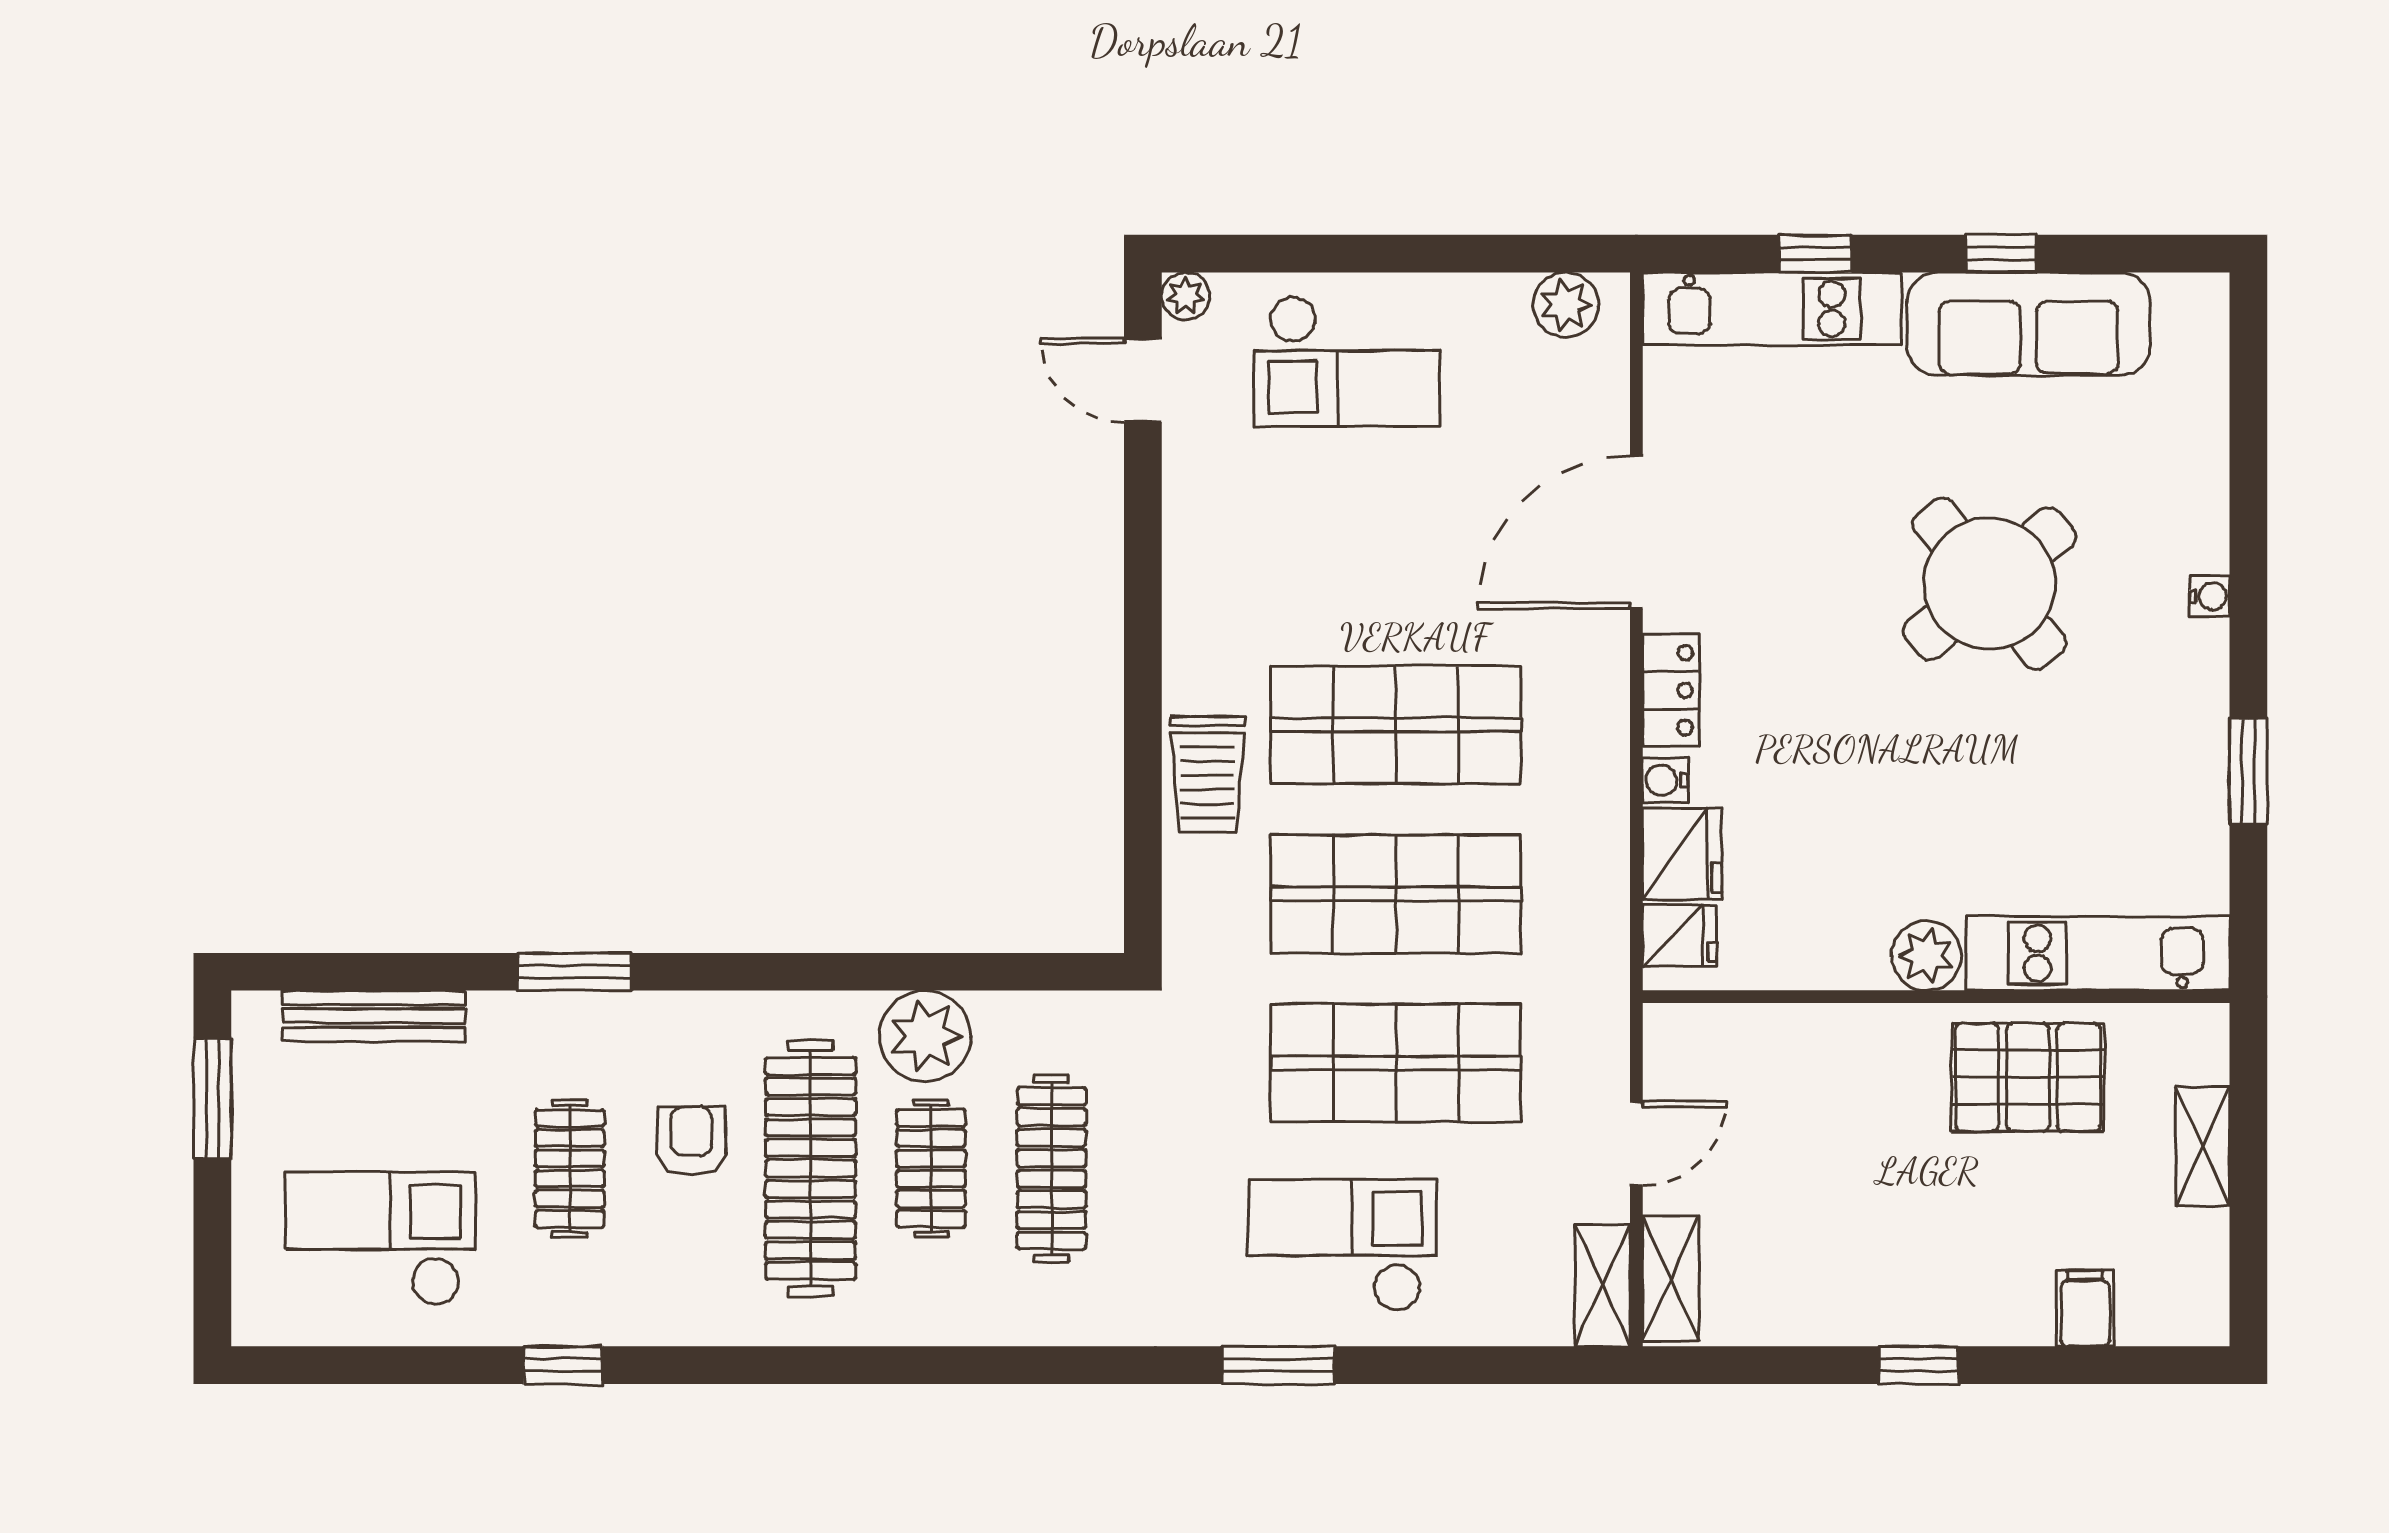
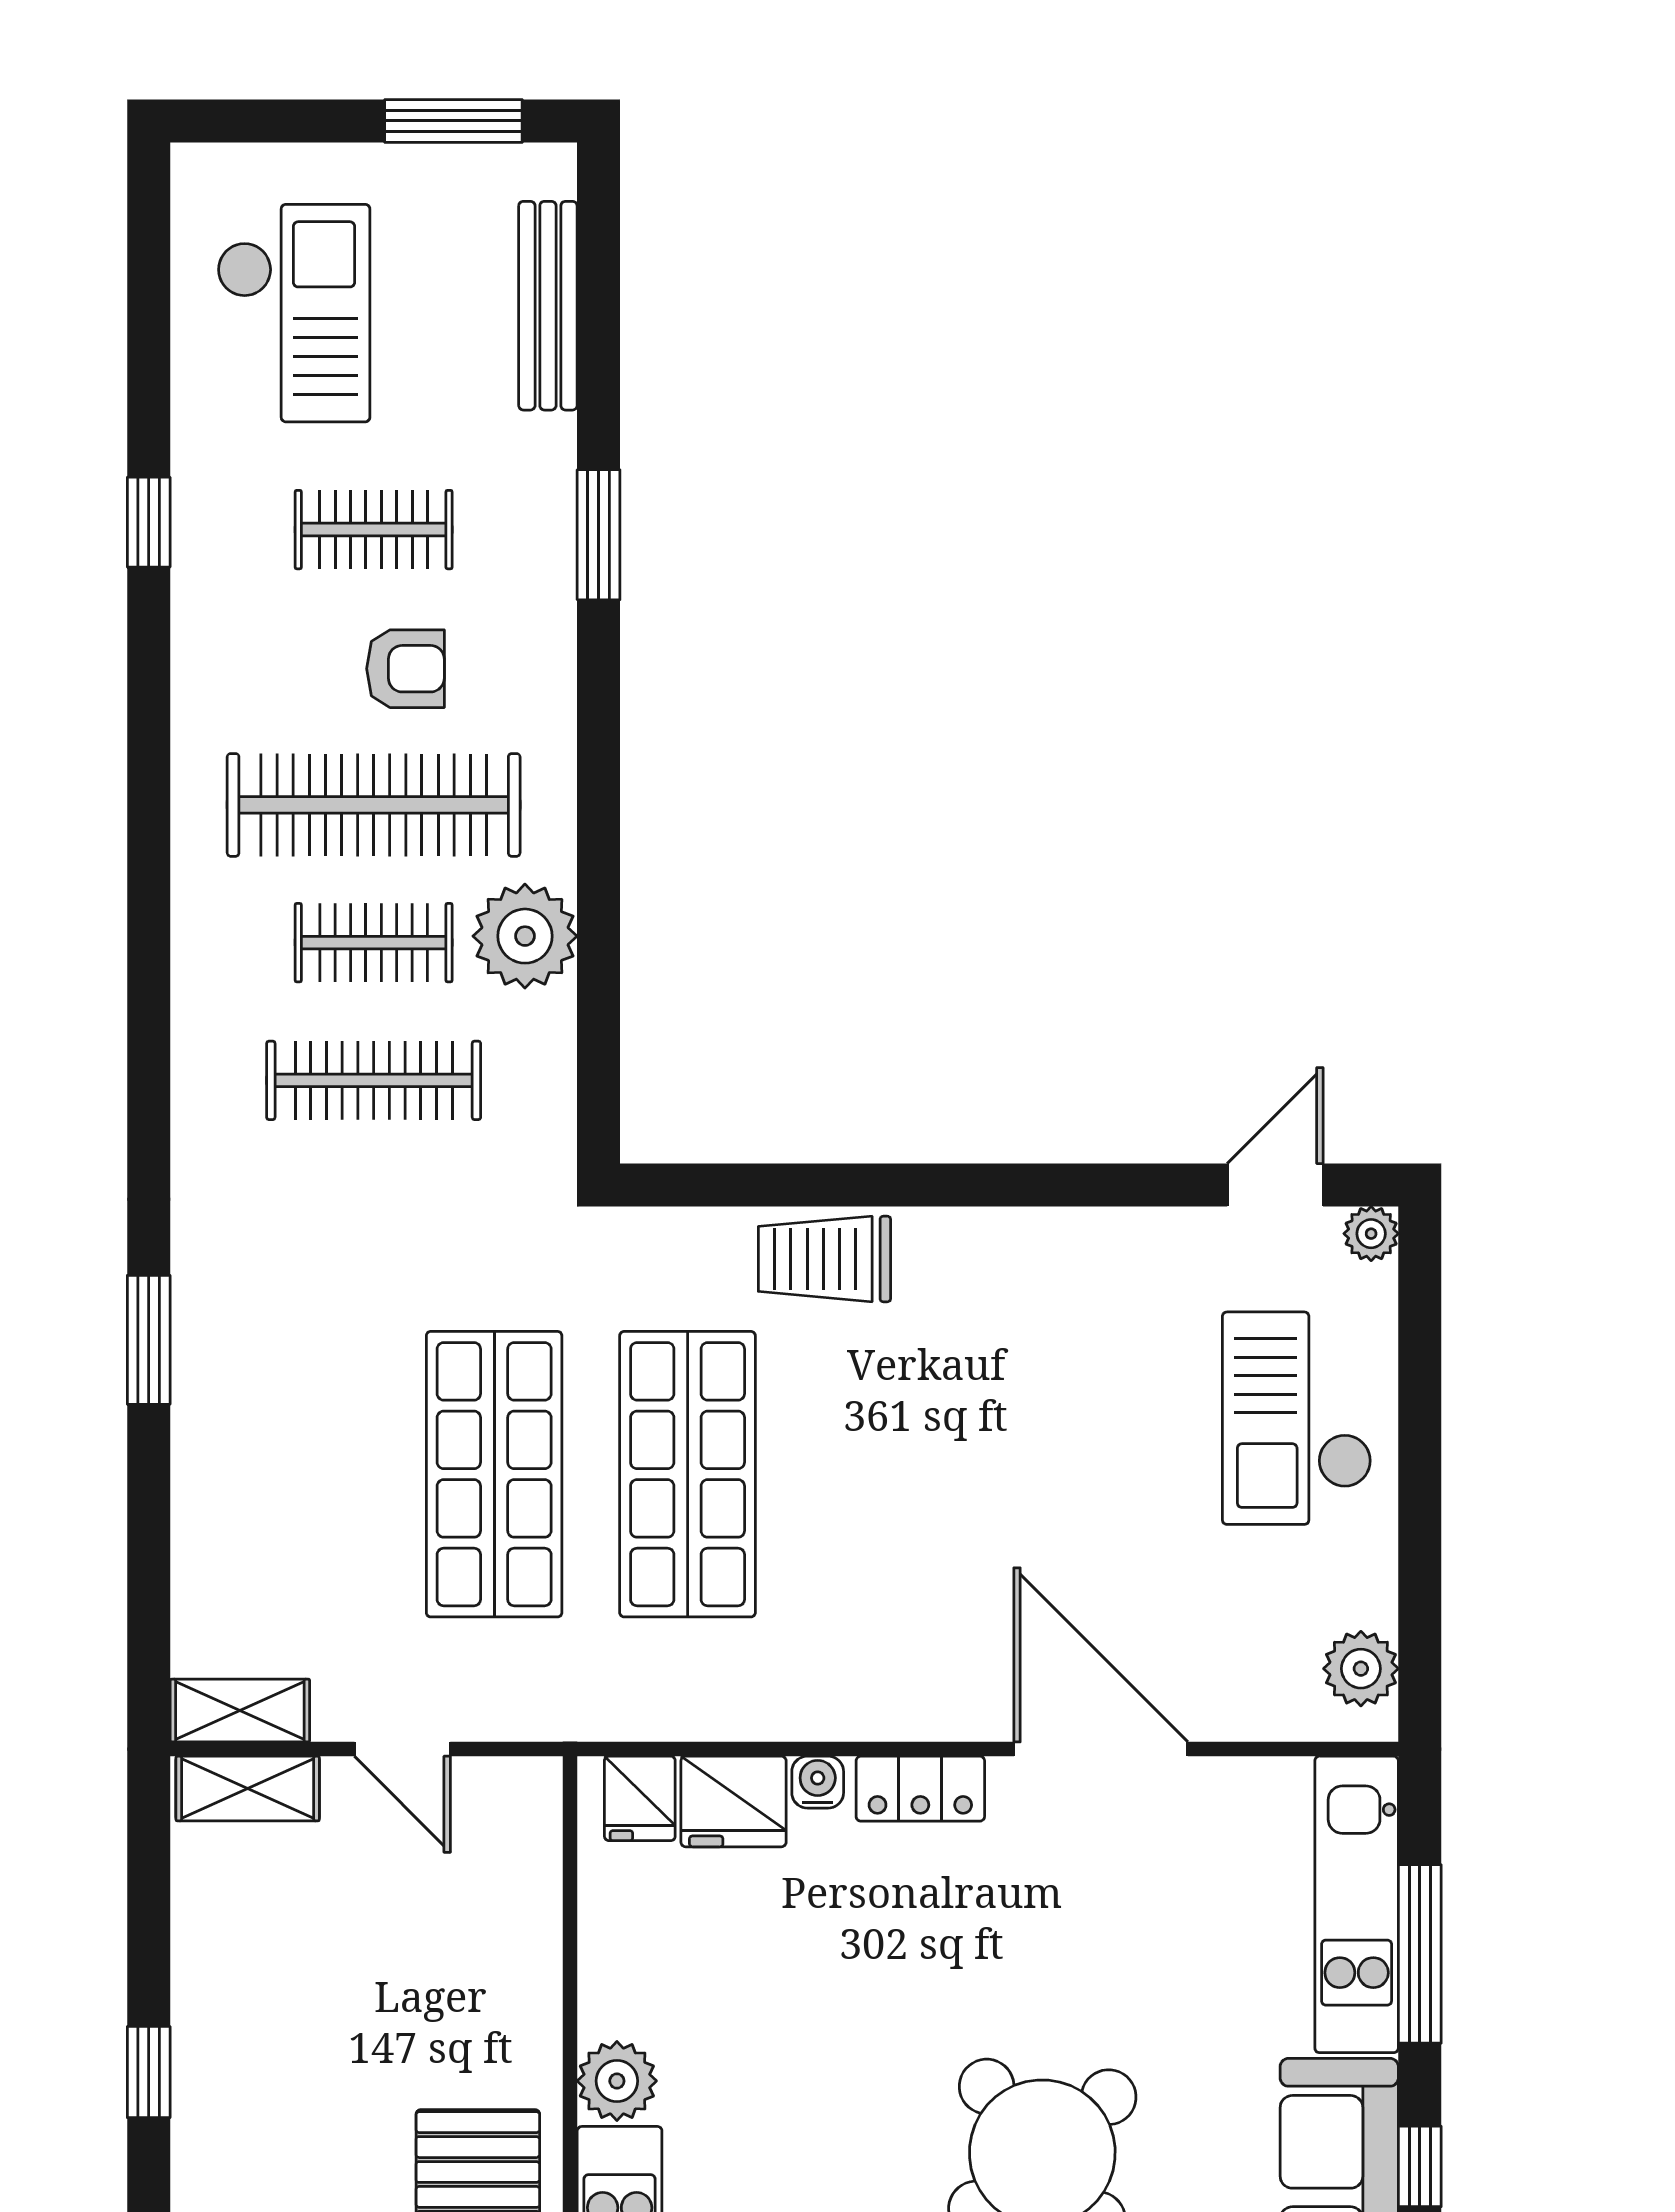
window: (1815, 254) -> (1420, 1954), width x2.17
shop shelf: (1396, 725) -> (881, 1474), removed
checkout: (1342, 1245) -> (286, 1413), removed

